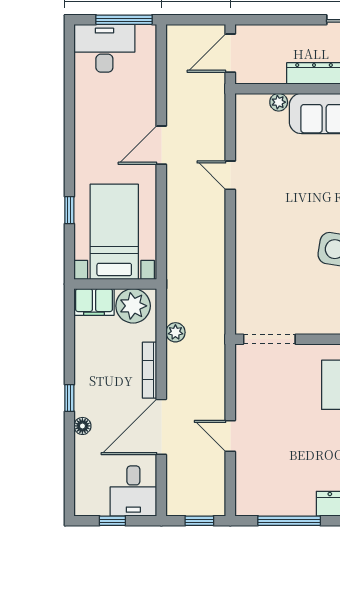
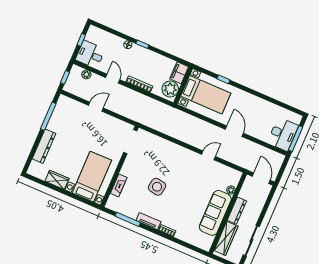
desk: (104, 48) -> (283, 134), moved
plant: (175, 332) -> (86, 74), moved
door: (161, 427) -> (113, 79), width x0.53

